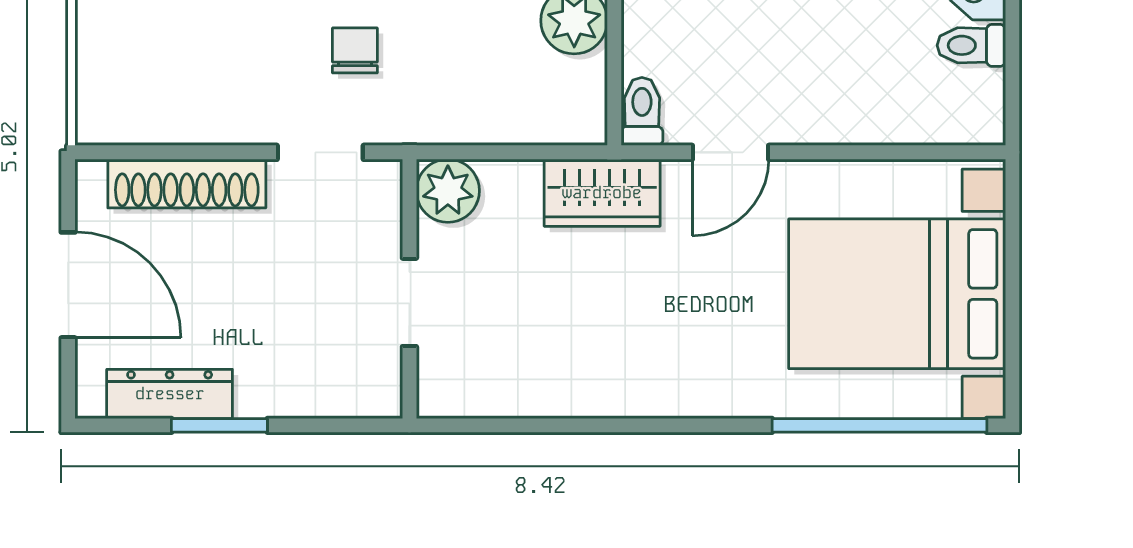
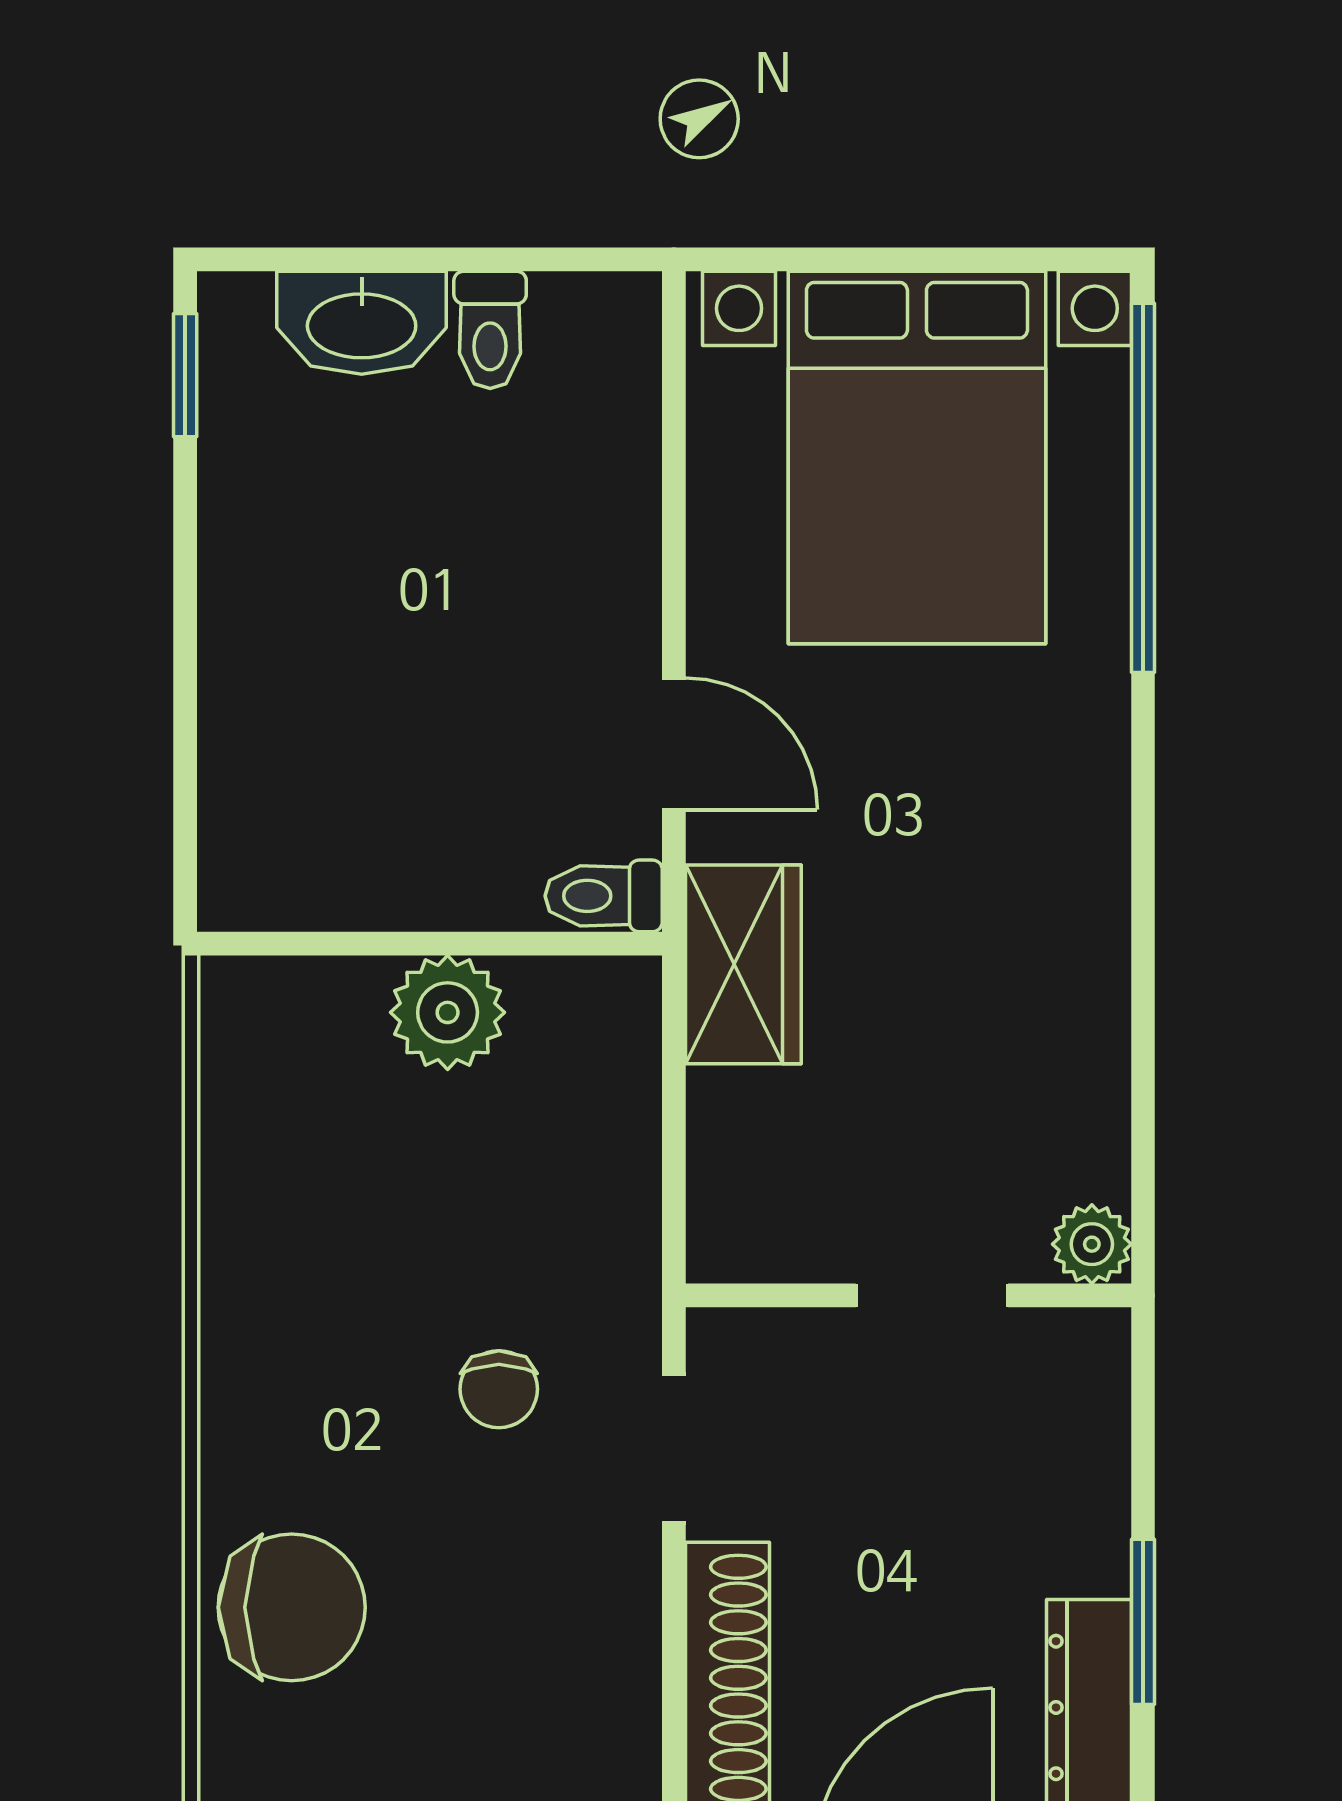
chair: (355, 50) -> (499, 1389), turned -90
plant: (448, 191) -> (1092, 1244), moved, width x0.73, depth x0.73

